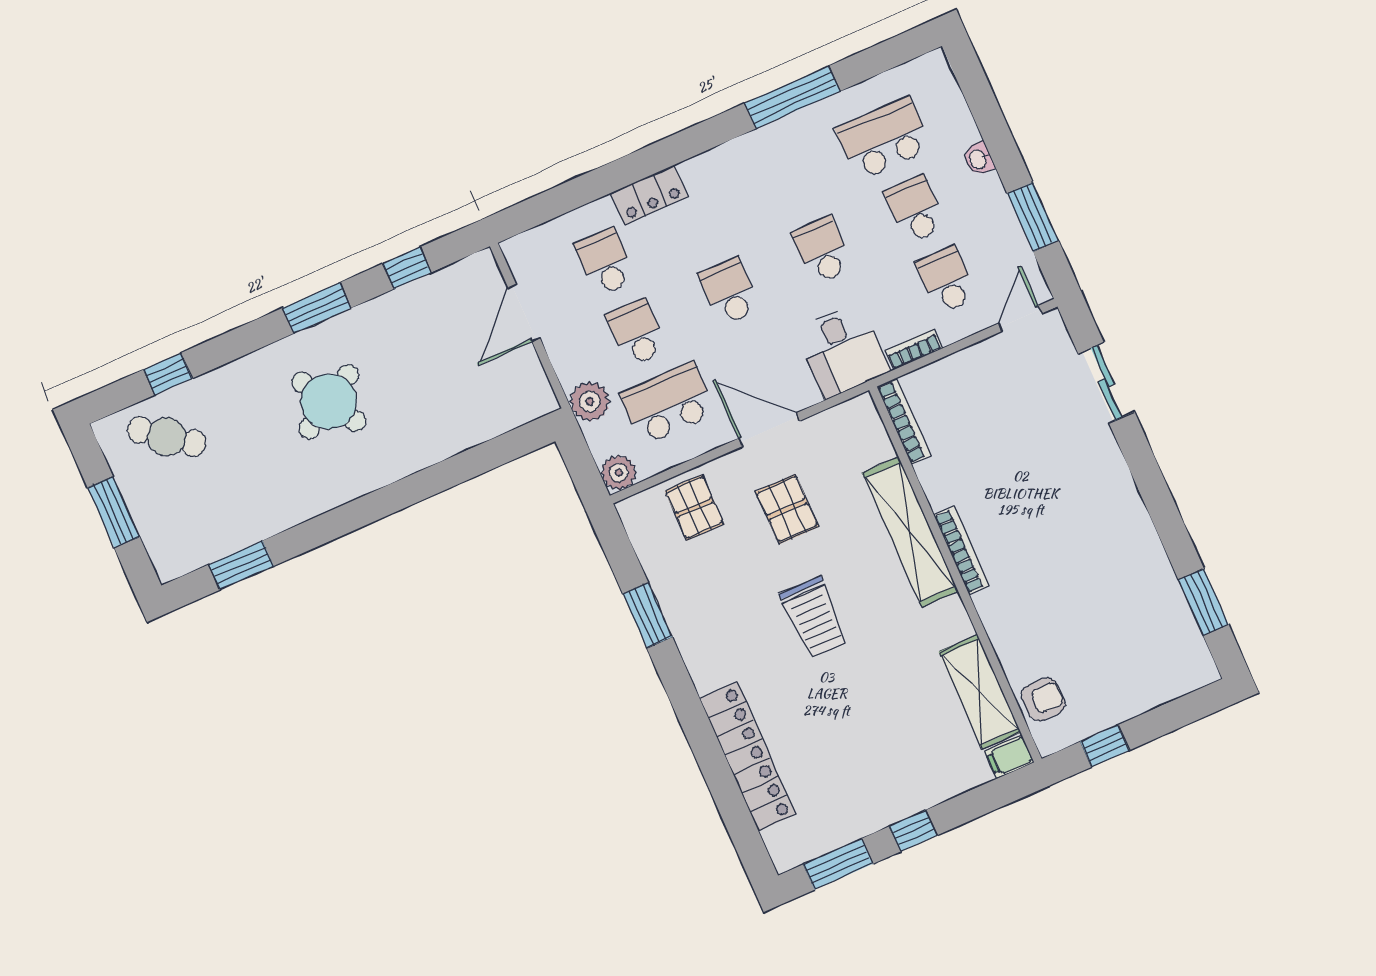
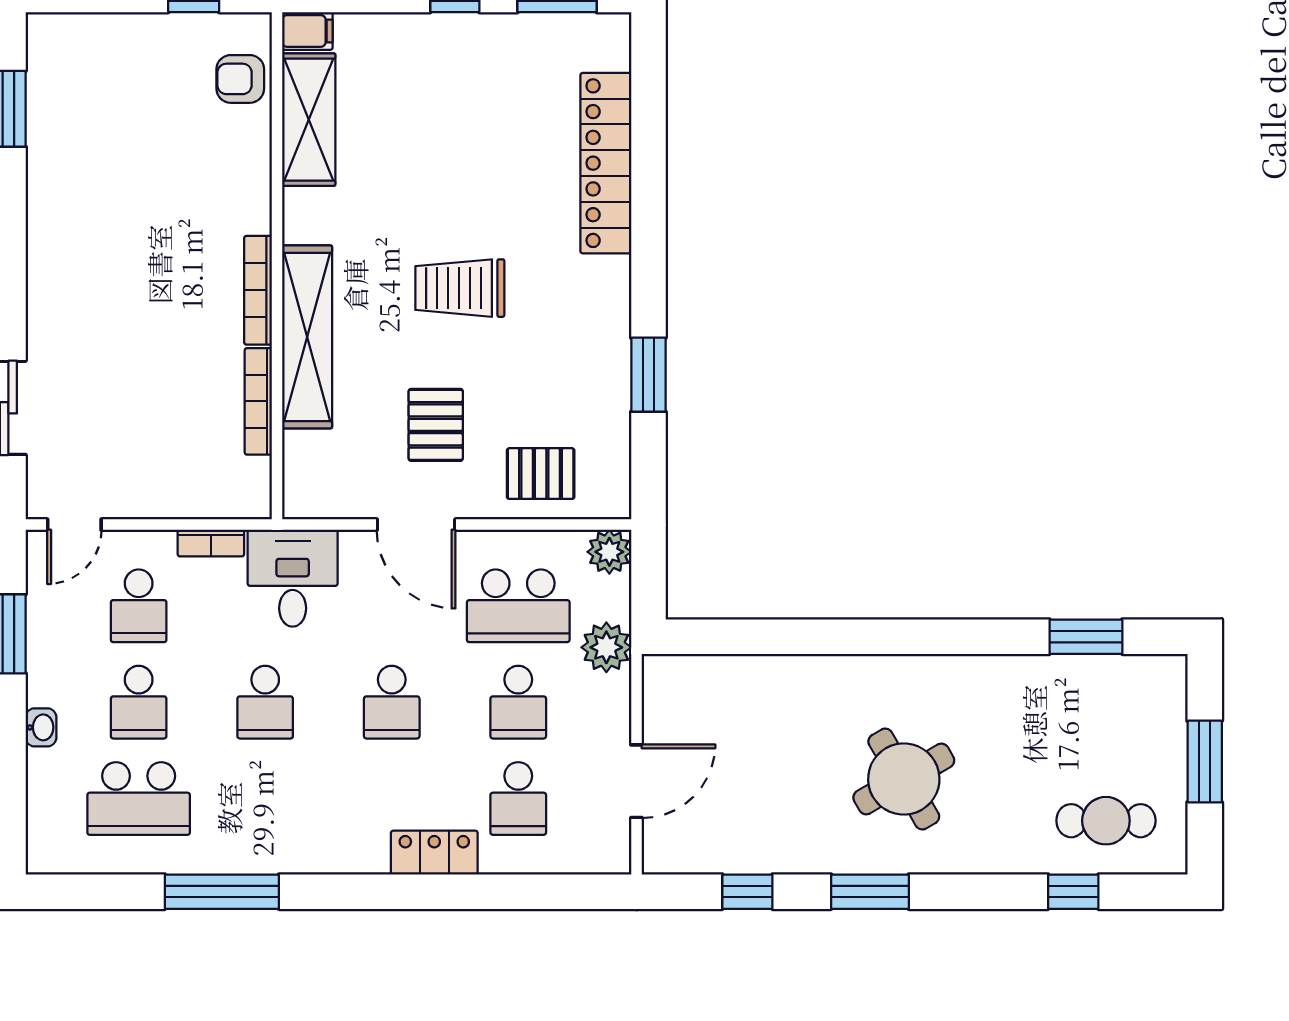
bookcase: (904, 421) -> (258, 401), moved
cafe table: (167, 437) -> (1106, 821), turned -38
pallet: (694, 508) -> (541, 474), turned 90
trolley: (814, 617) -> (460, 288), turned -90

